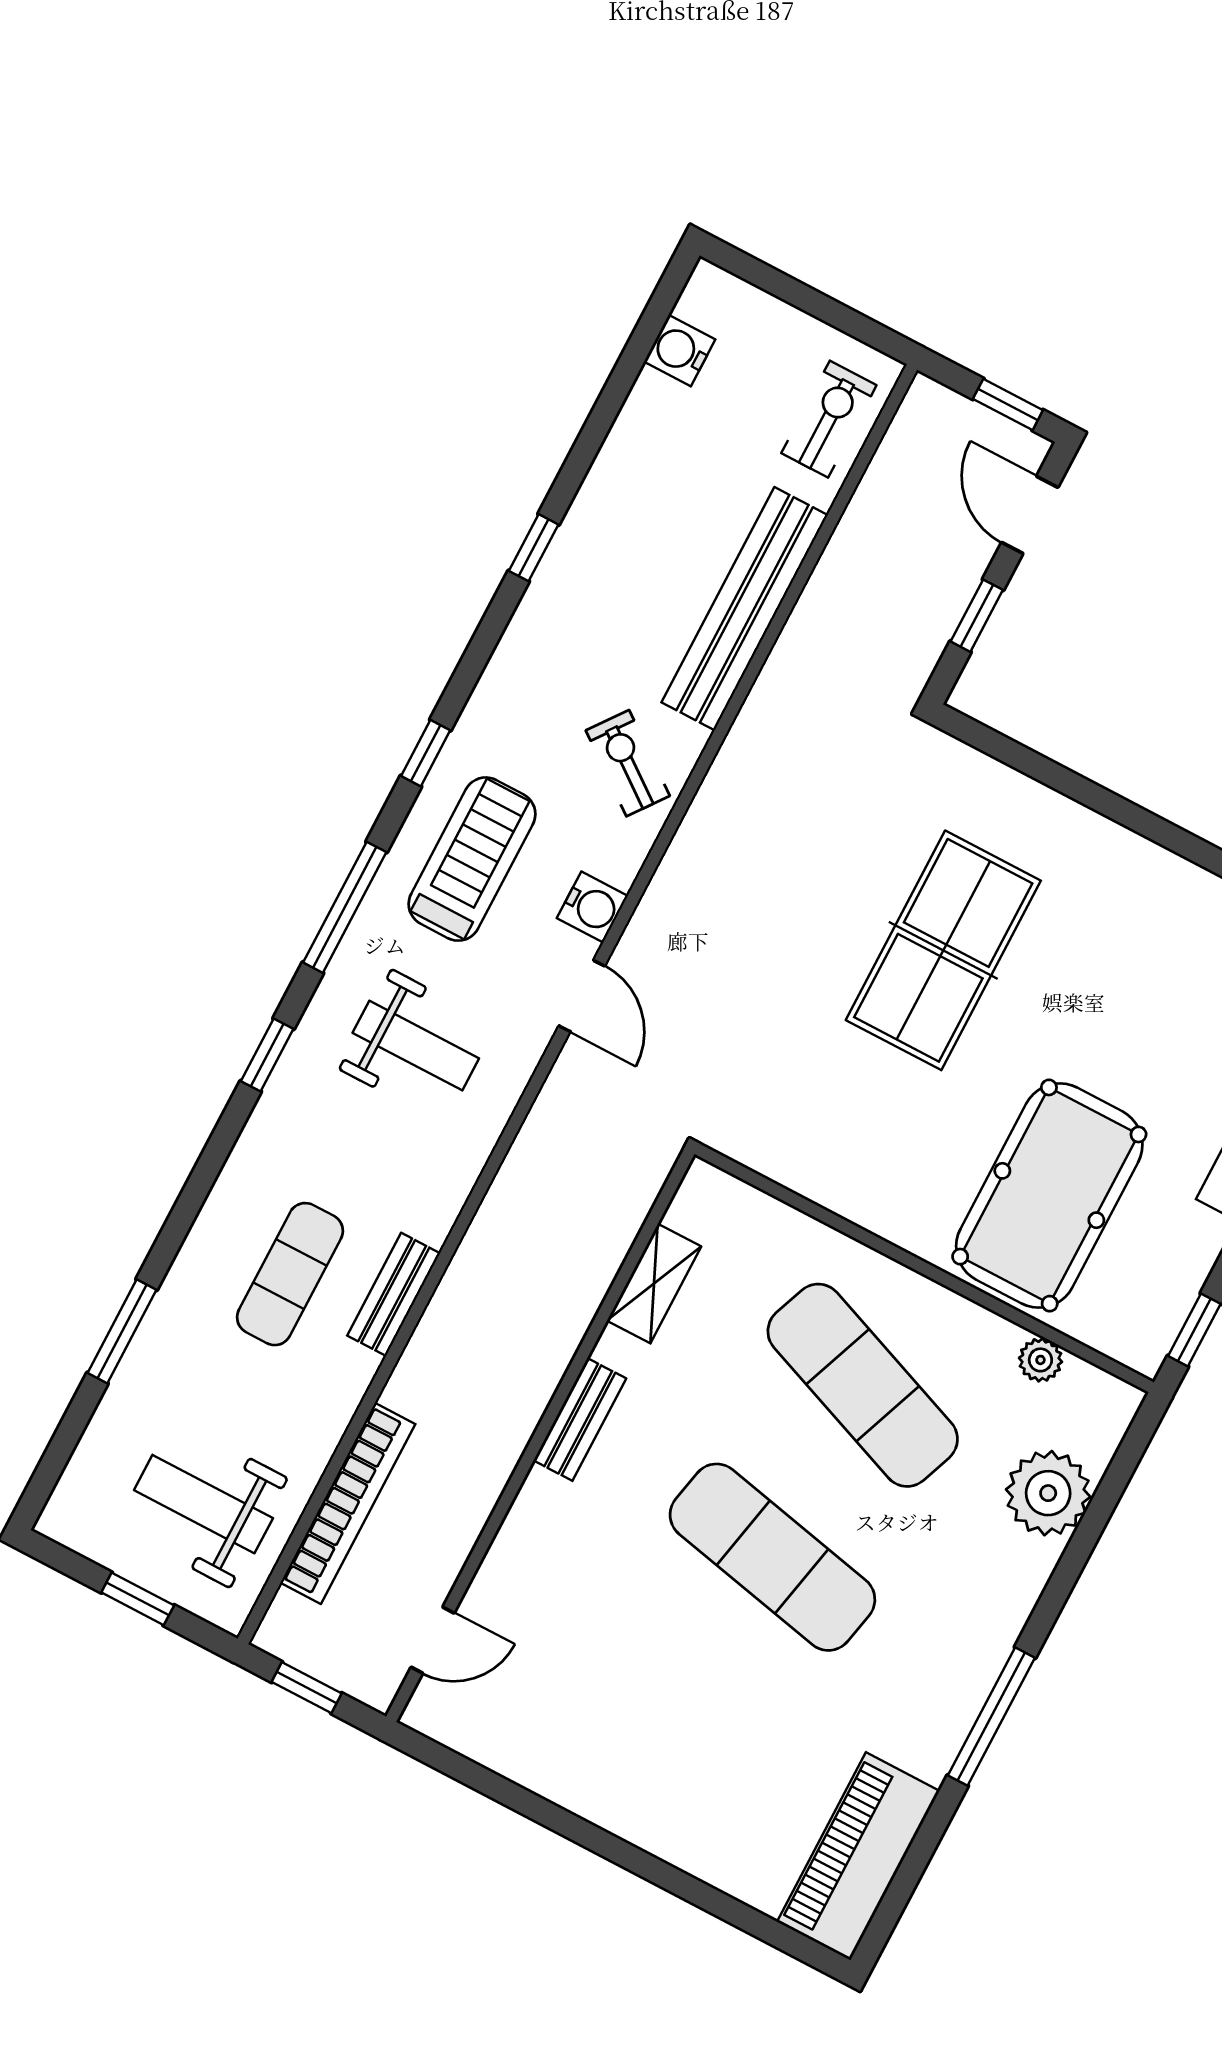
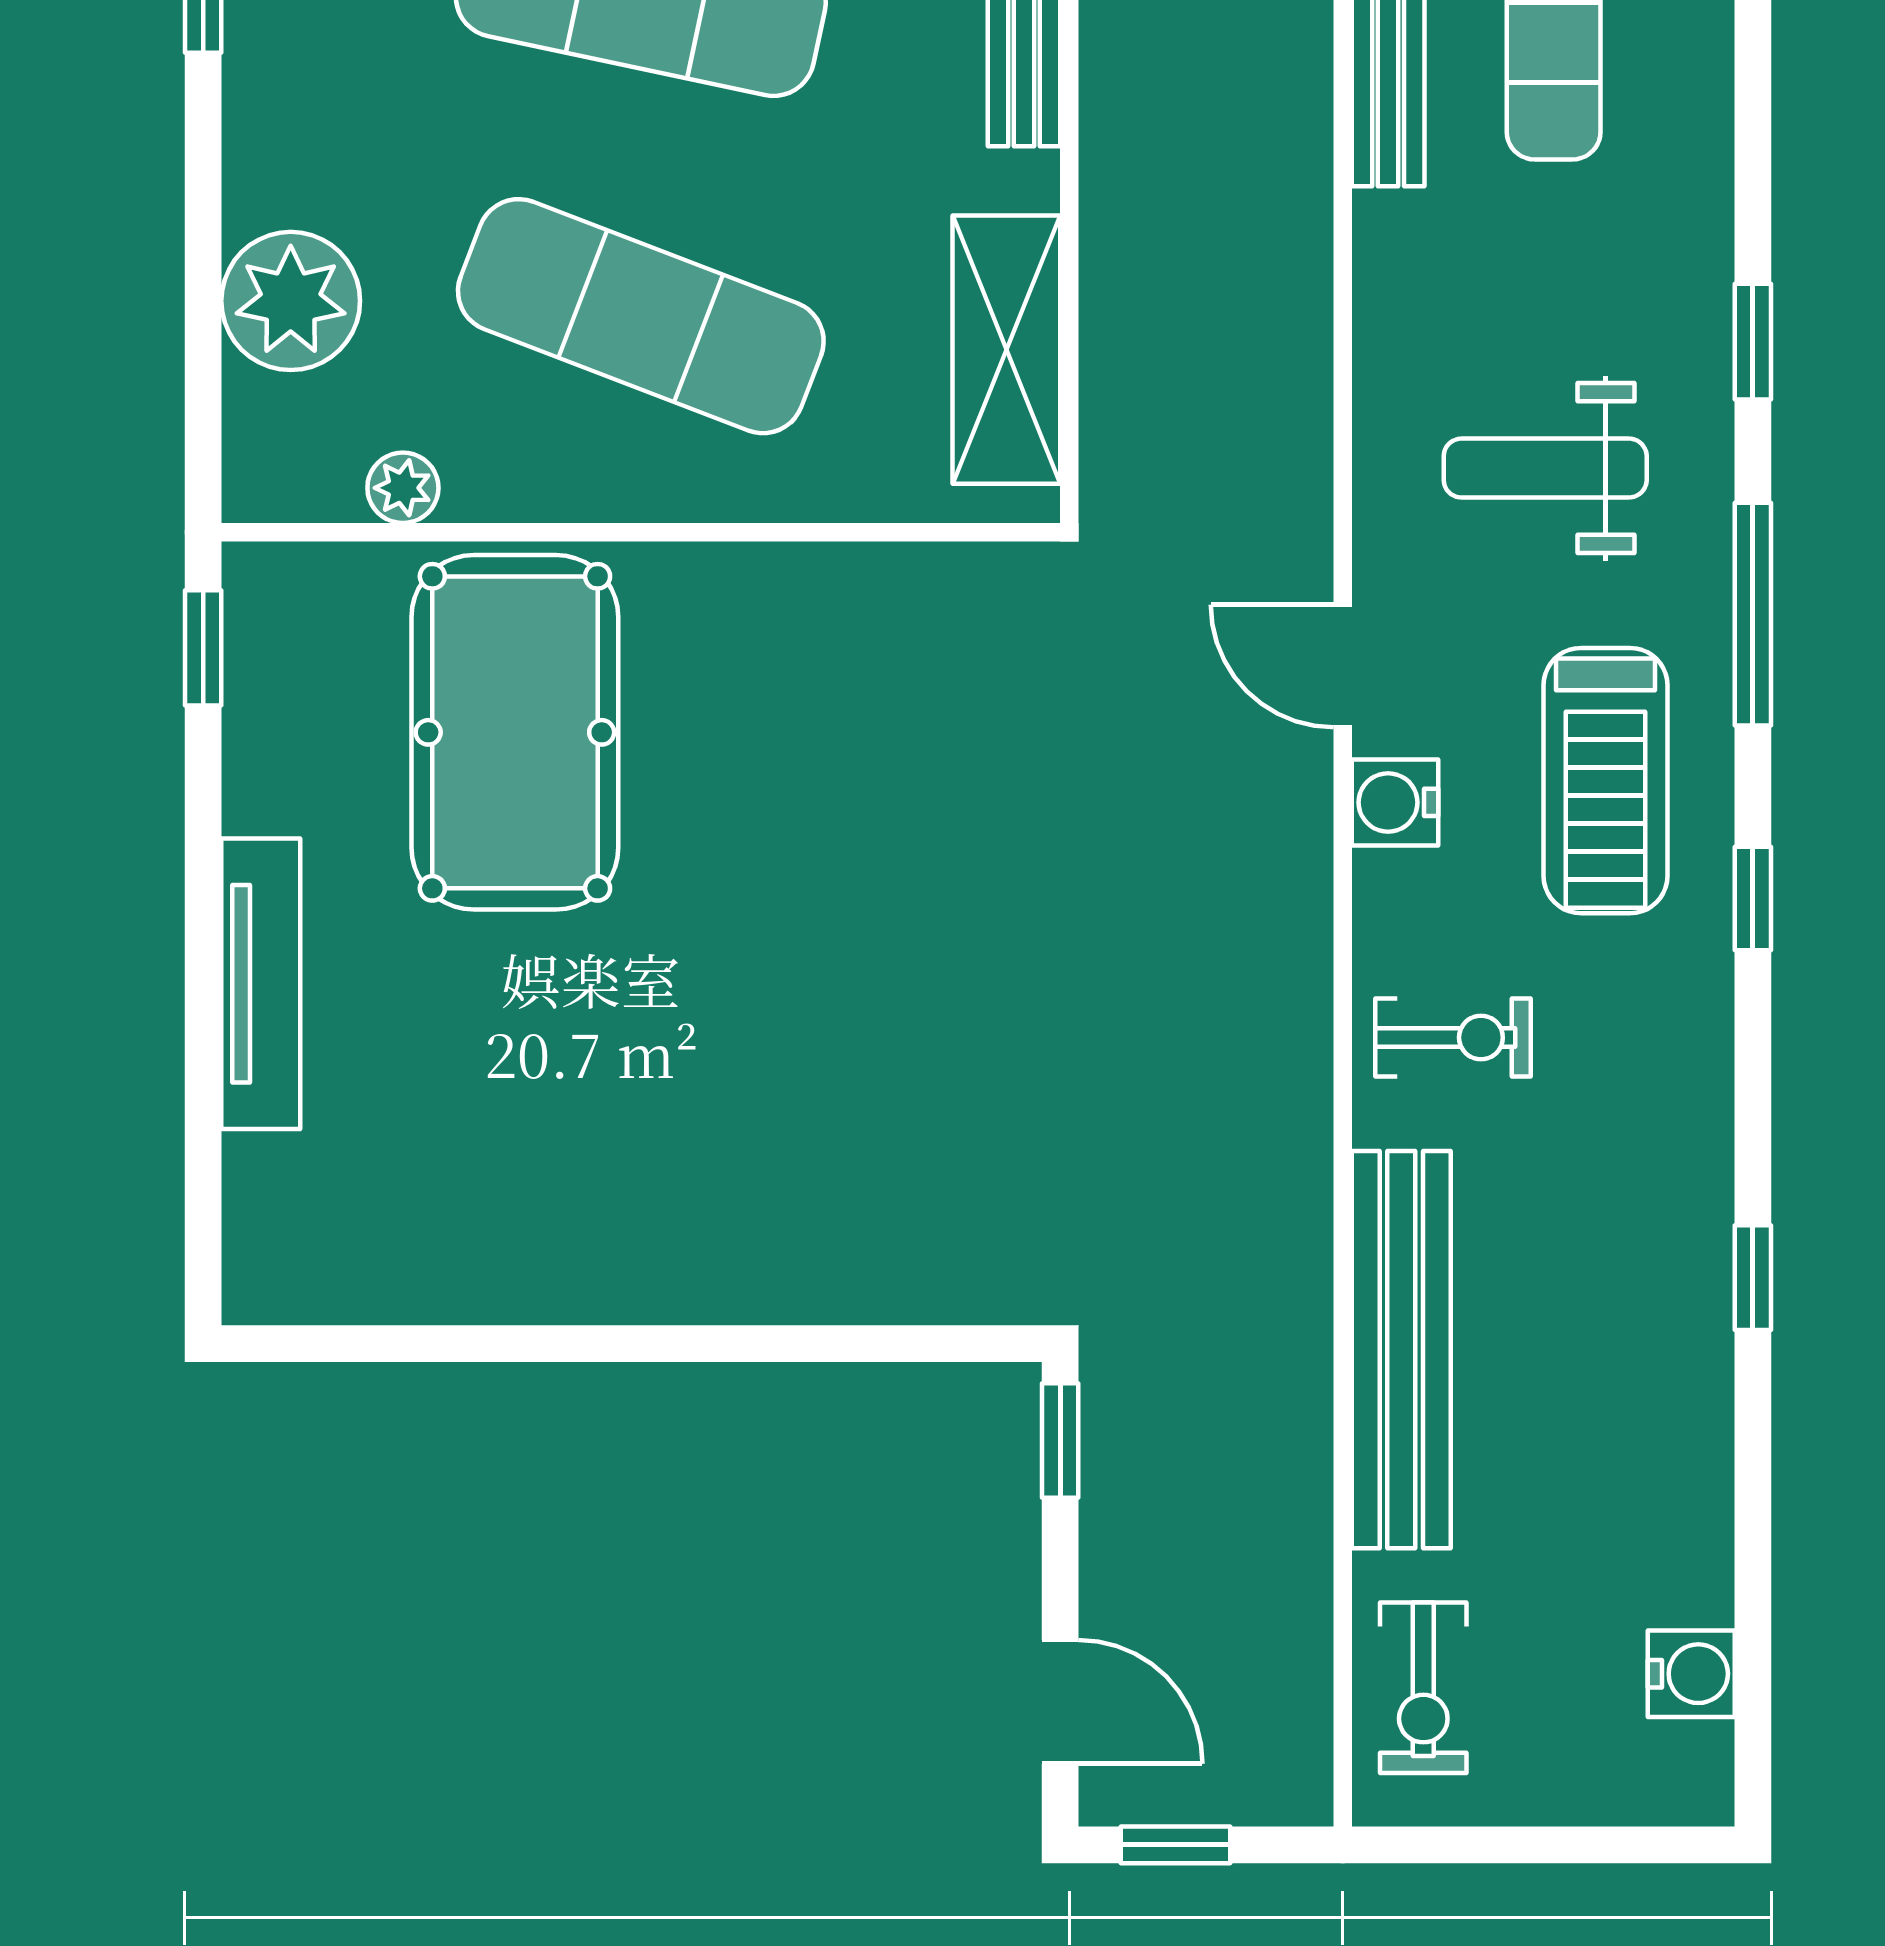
window: (977, 616) -> (1060, 1441), moved
exercise bike: (628, 763) -> (1453, 1038), turned -37
table tennis table: (943, 950) -> (855, 1006), removed
shelving: (654, 1284) -> (1006, 350), width x1.50, depth x1.33

